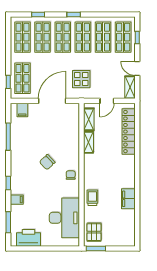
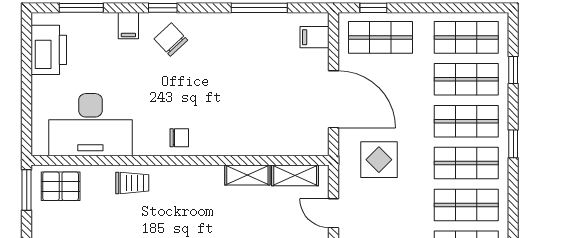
chair: (47, 162) -> (171, 39), moved

